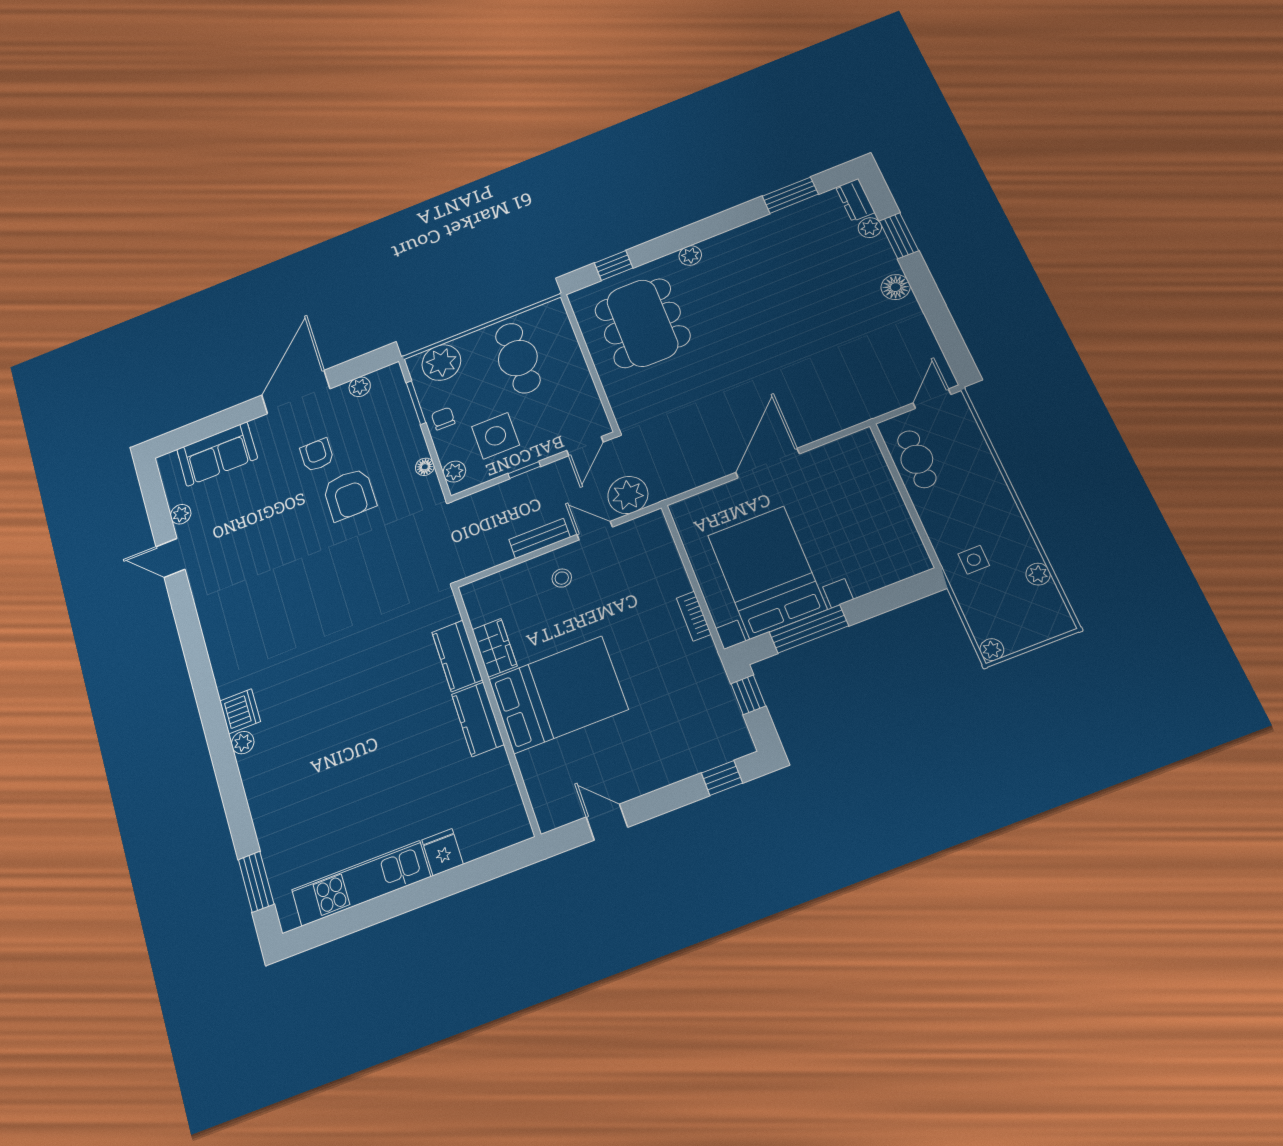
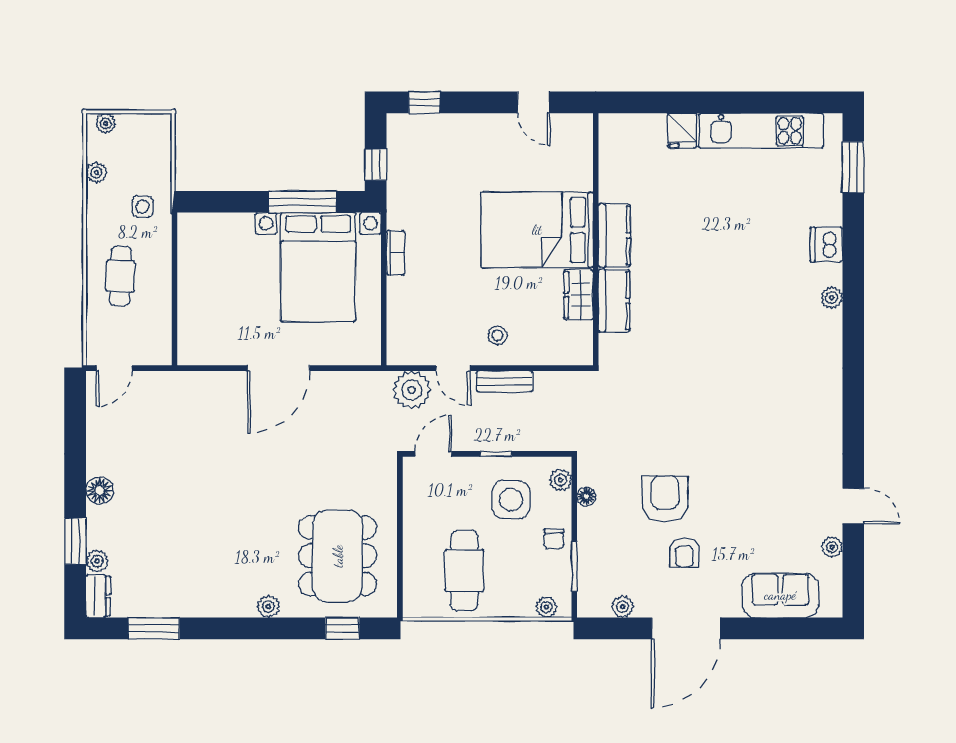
plant: (441, 363) -> (546, 607), width x0.53, depth x0.53
cafe table: (917, 459) -> (120, 276), moved
plant: (992, 650) -> (106, 123), moved
dishwasher: (240, 711) -> (826, 245), moved

